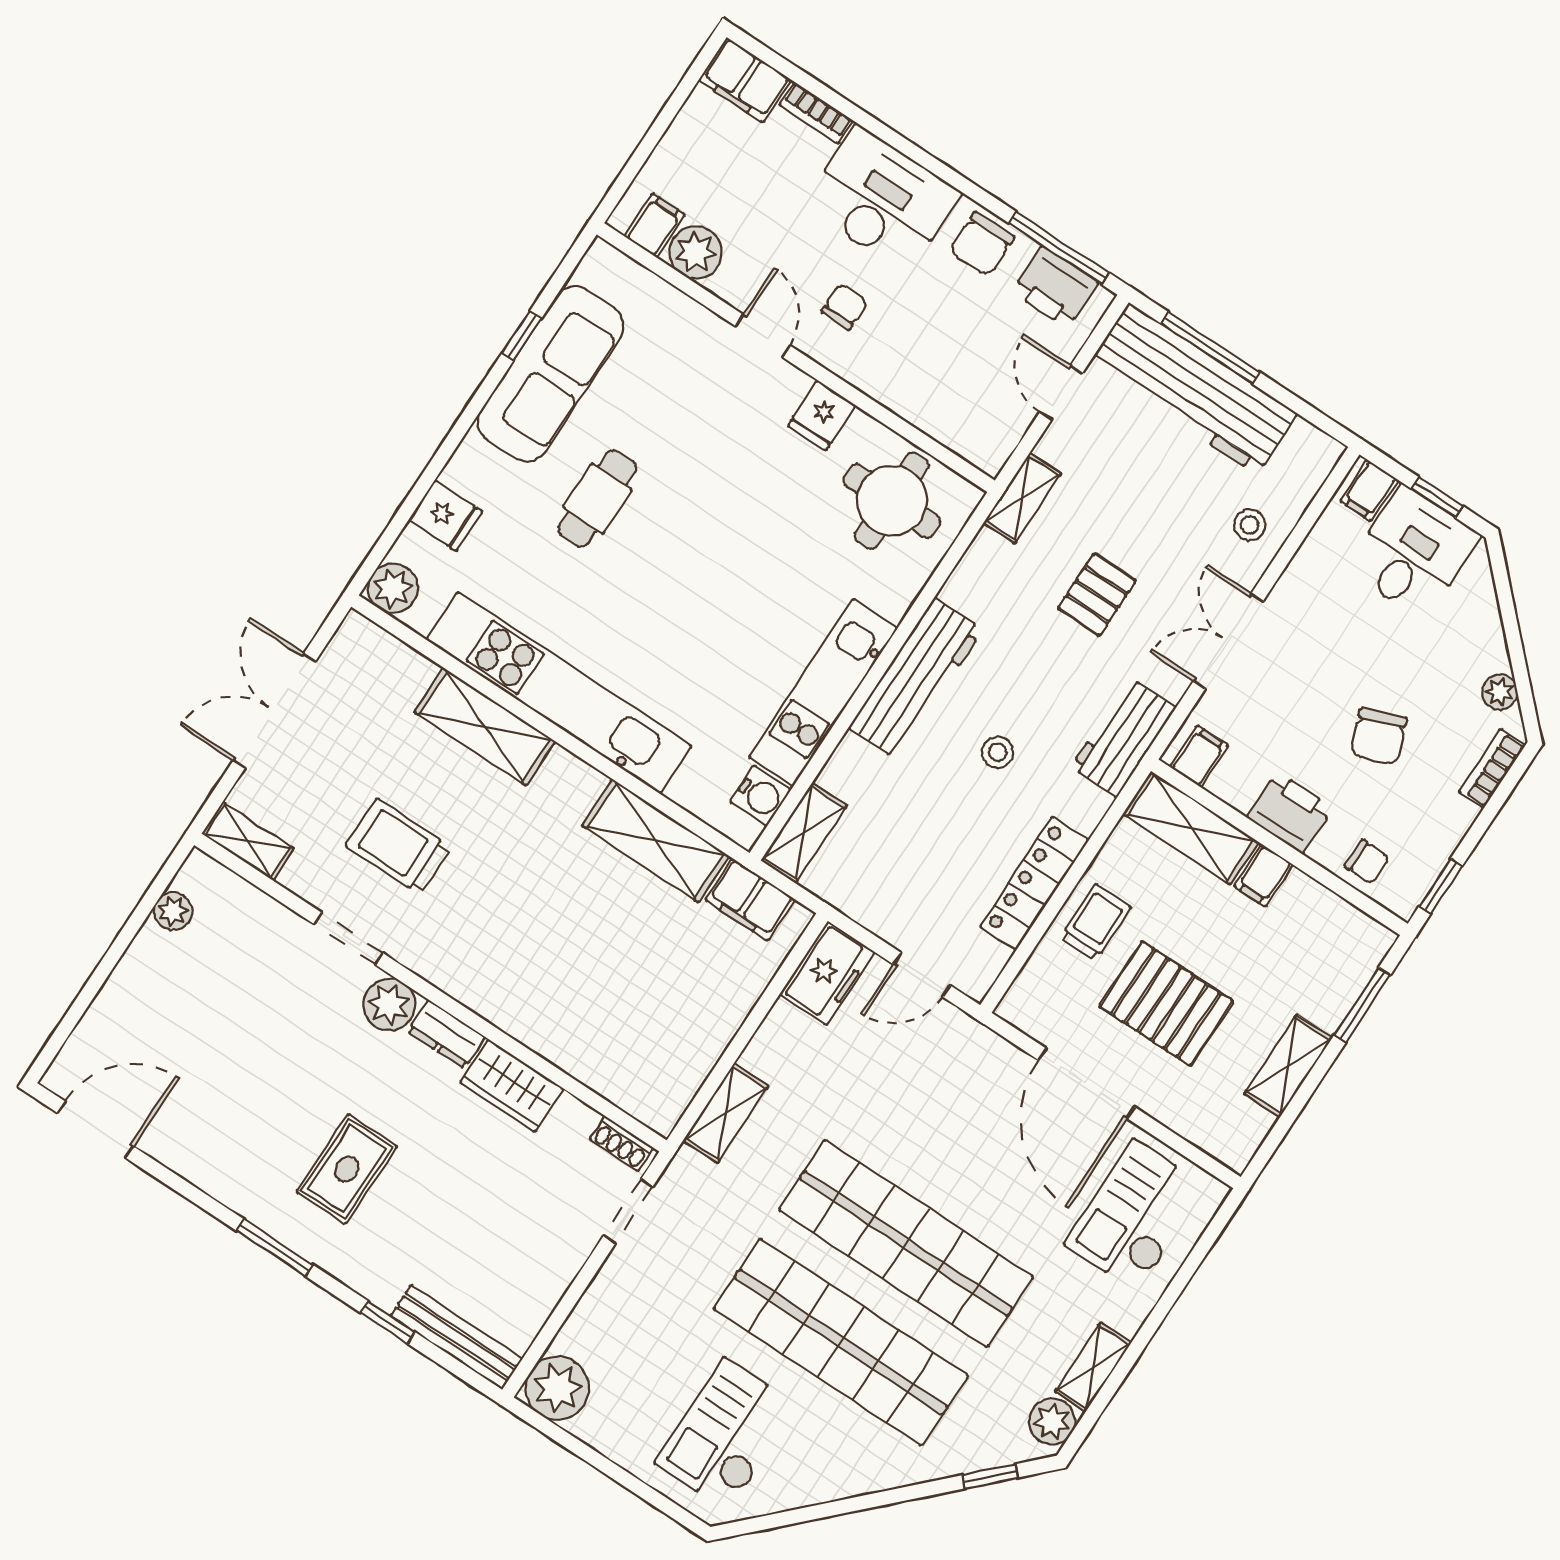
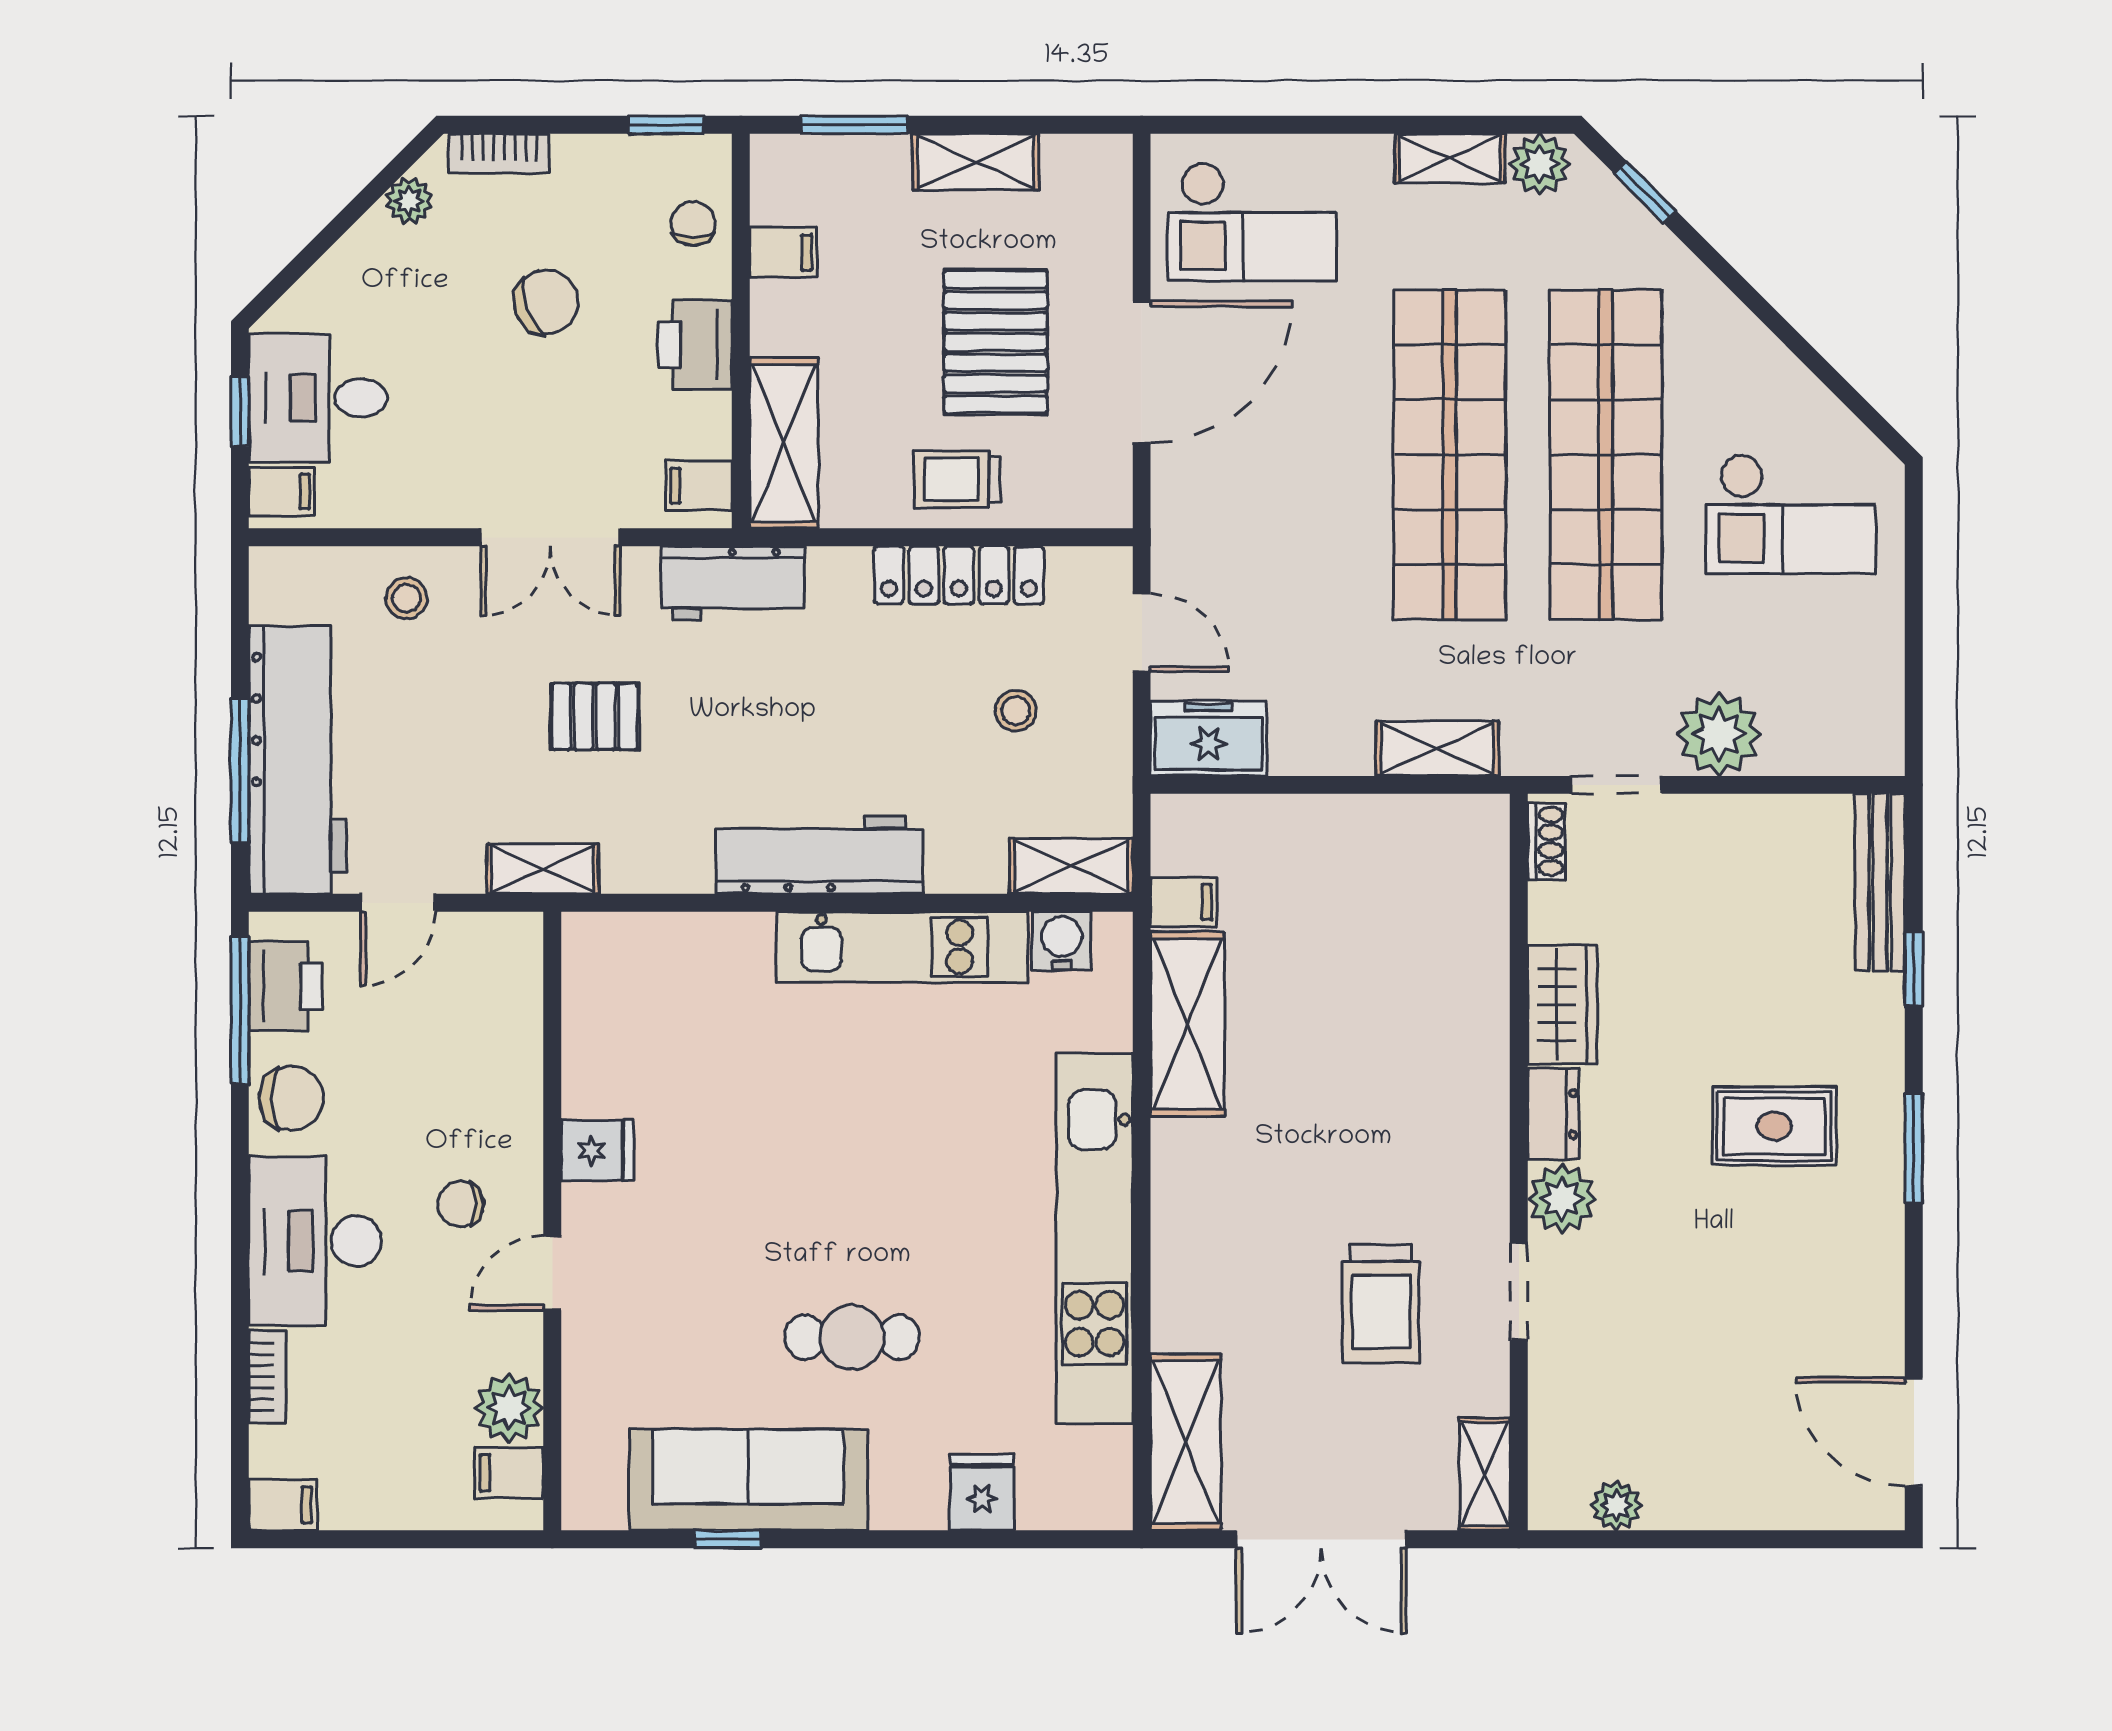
filing cabinet: (745, 80) -> (283, 1505), width x0.50
round table: (892, 501) -> (640, 1011), removed
plant: (393, 588) -> (1100, 1498), removed
shelving: (485, 727) -> (1186, 1442), moved
stool: (998, 752) -> (1016, 711), moved
filing cabinet: (1264, 875) -> (783, 253), moved
filing cabinet: (750, 899) -> (1184, 902), width x0.50
plant: (557, 1388) -> (1719, 734), moved

